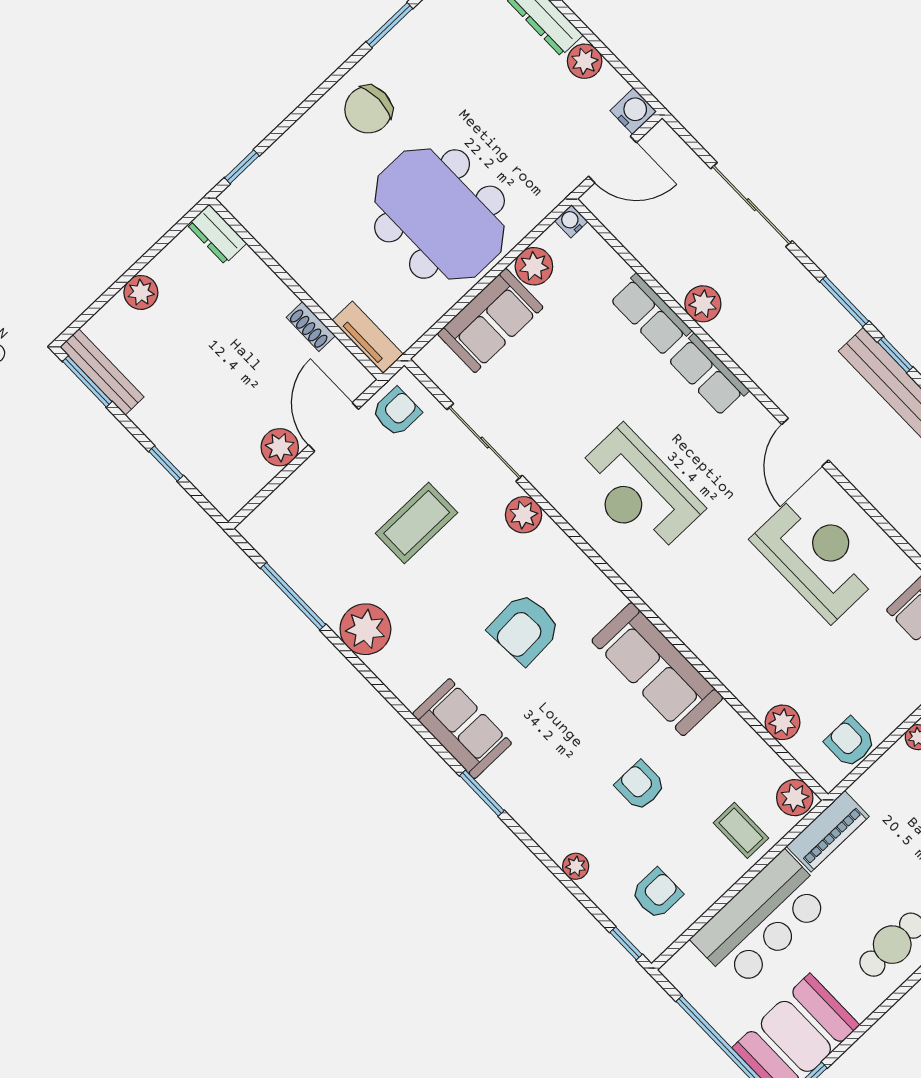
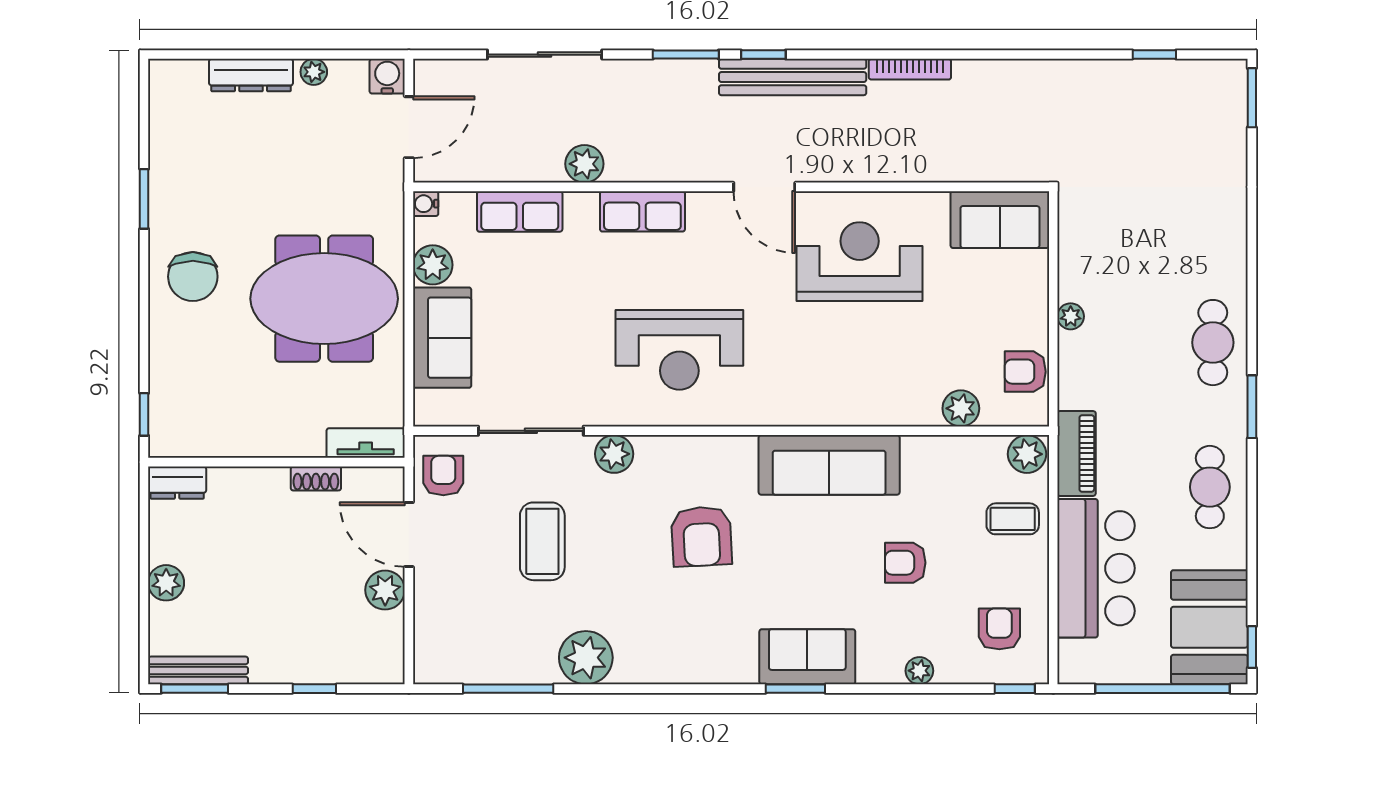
plant: (585, 61) -> (314, 72), width x0.73, depth x0.73
row of seats: (651, 315) -> (520, 211), moved
sofa: (462, 729) -> (807, 657), moved

